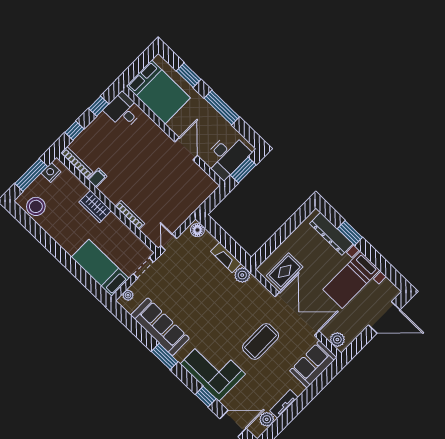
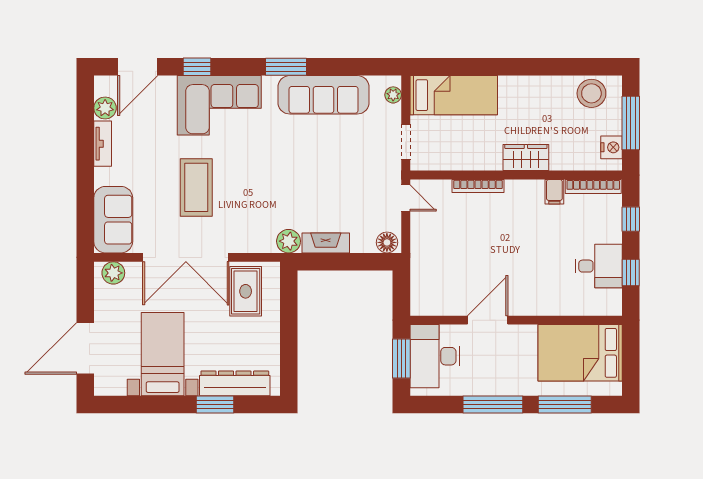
window: (189, 75) -> (565, 405), width x1.44
desk: (123, 111) -> (599, 266), moved
door: (186, 149) -> (488, 320), swing flipped

